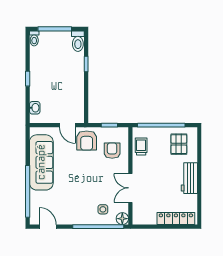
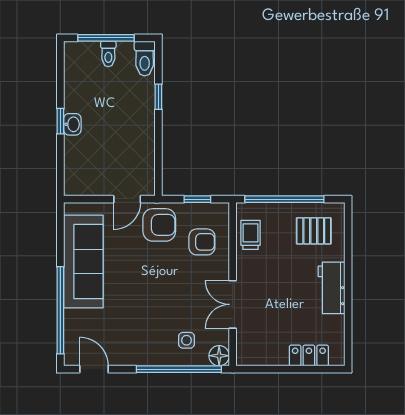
toilet: (34, 38) -> (108, 54), moved
washbasin: (35, 108) -> (72, 124), moved
door: (67, 125) -> (127, 199), hinge flipped
armchair: (87, 141) -> (159, 225), turned -90
pallet: (179, 144) -> (314, 231), turned 90
armchair: (112, 151) -> (202, 242), turned 90
locker: (176, 218) -> (309, 355), width x0.66

